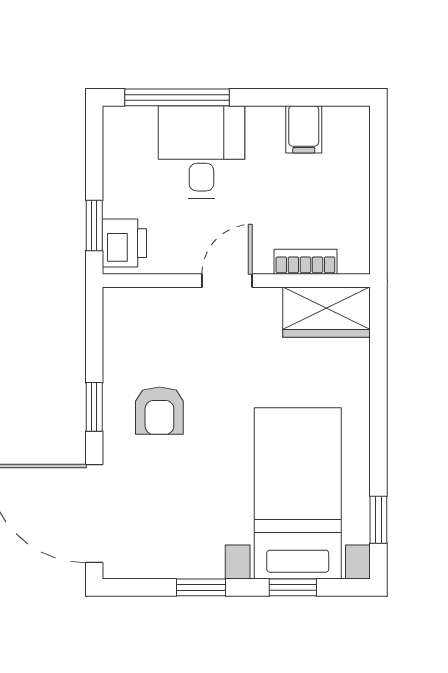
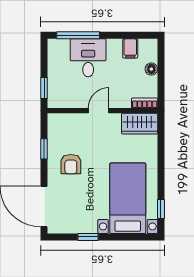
floor lamp: (355, 179) -> (151, 69), added
printer: (124, 243) -> (56, 95), removed
bookcase: (305, 262) -> (145, 103), moved
window: (94, 407) -> (44, 149), moved
window: (293, 587) -> (126, 237), removed

